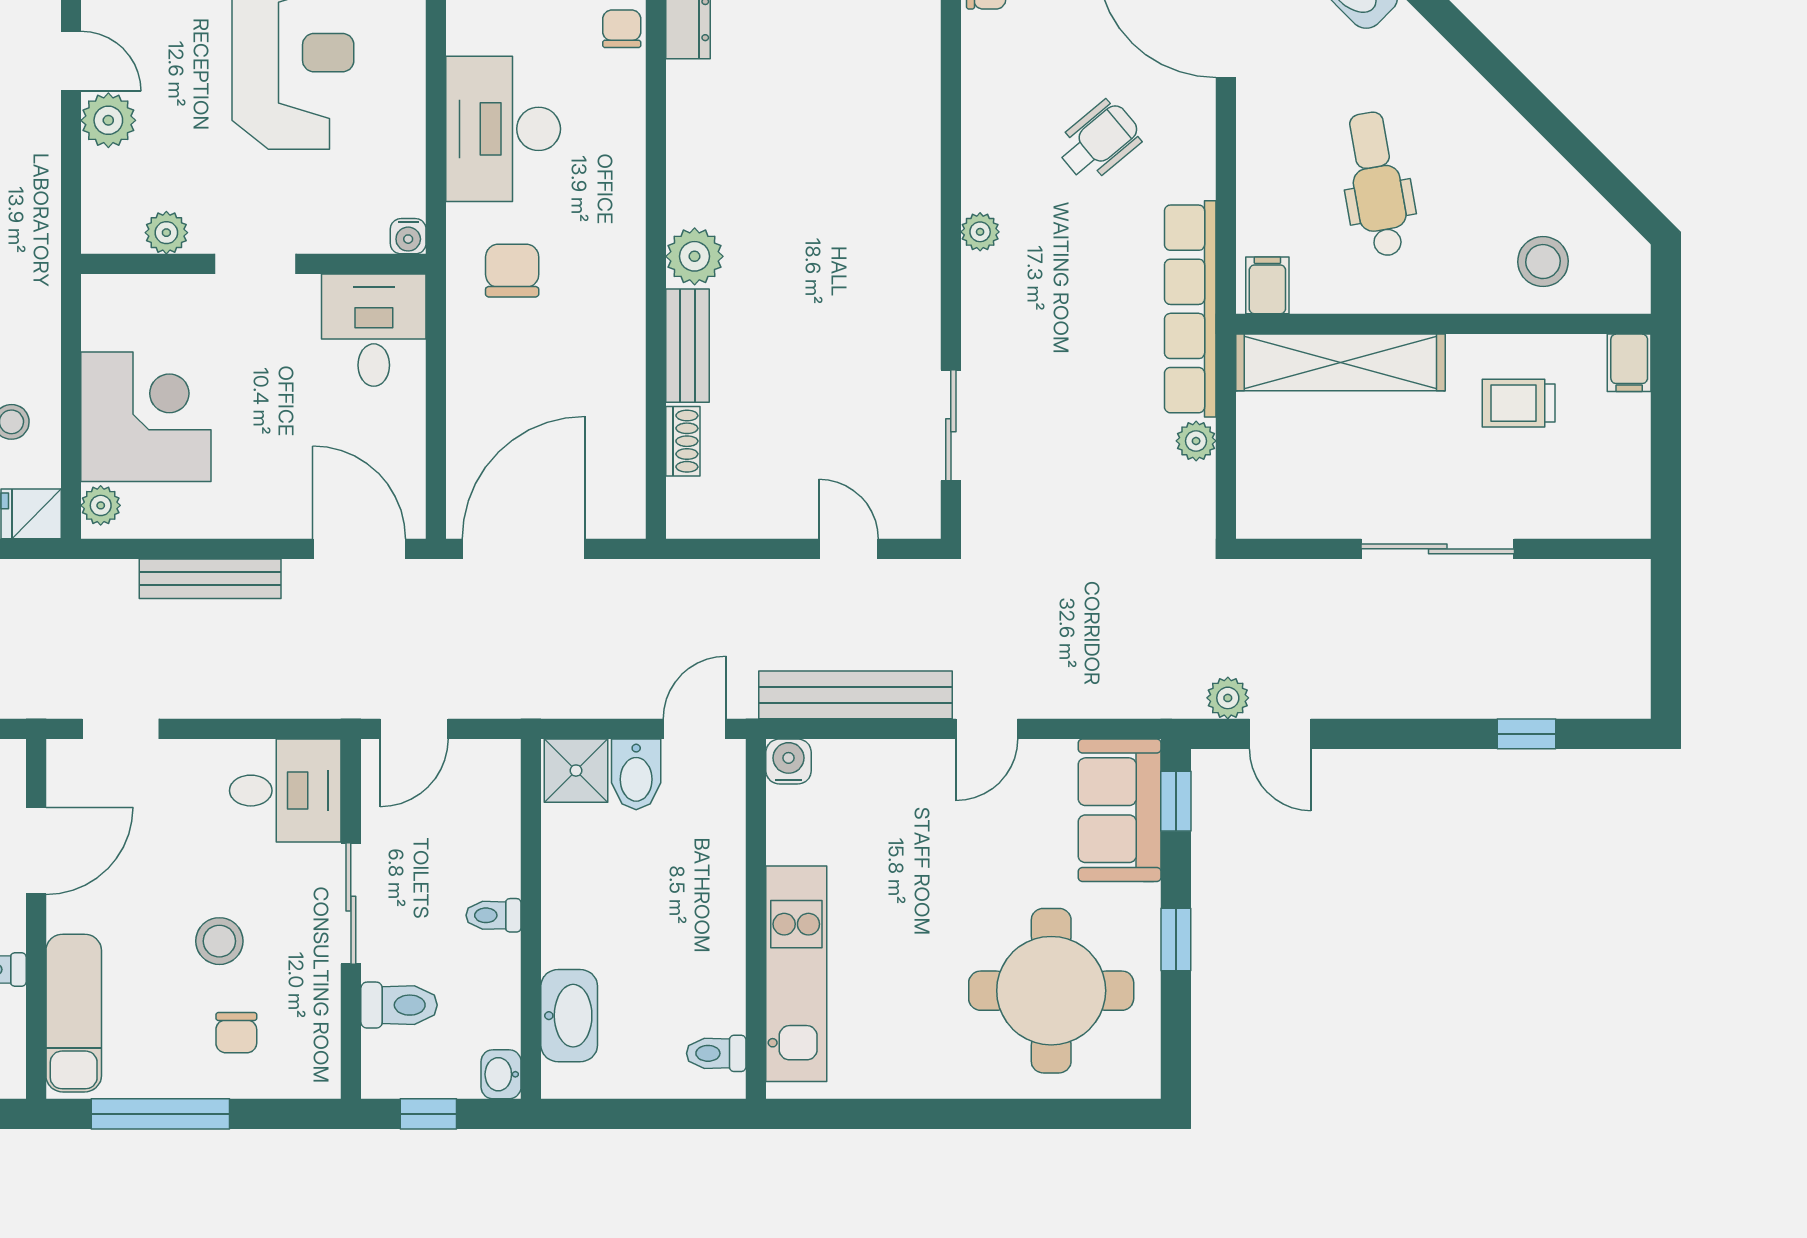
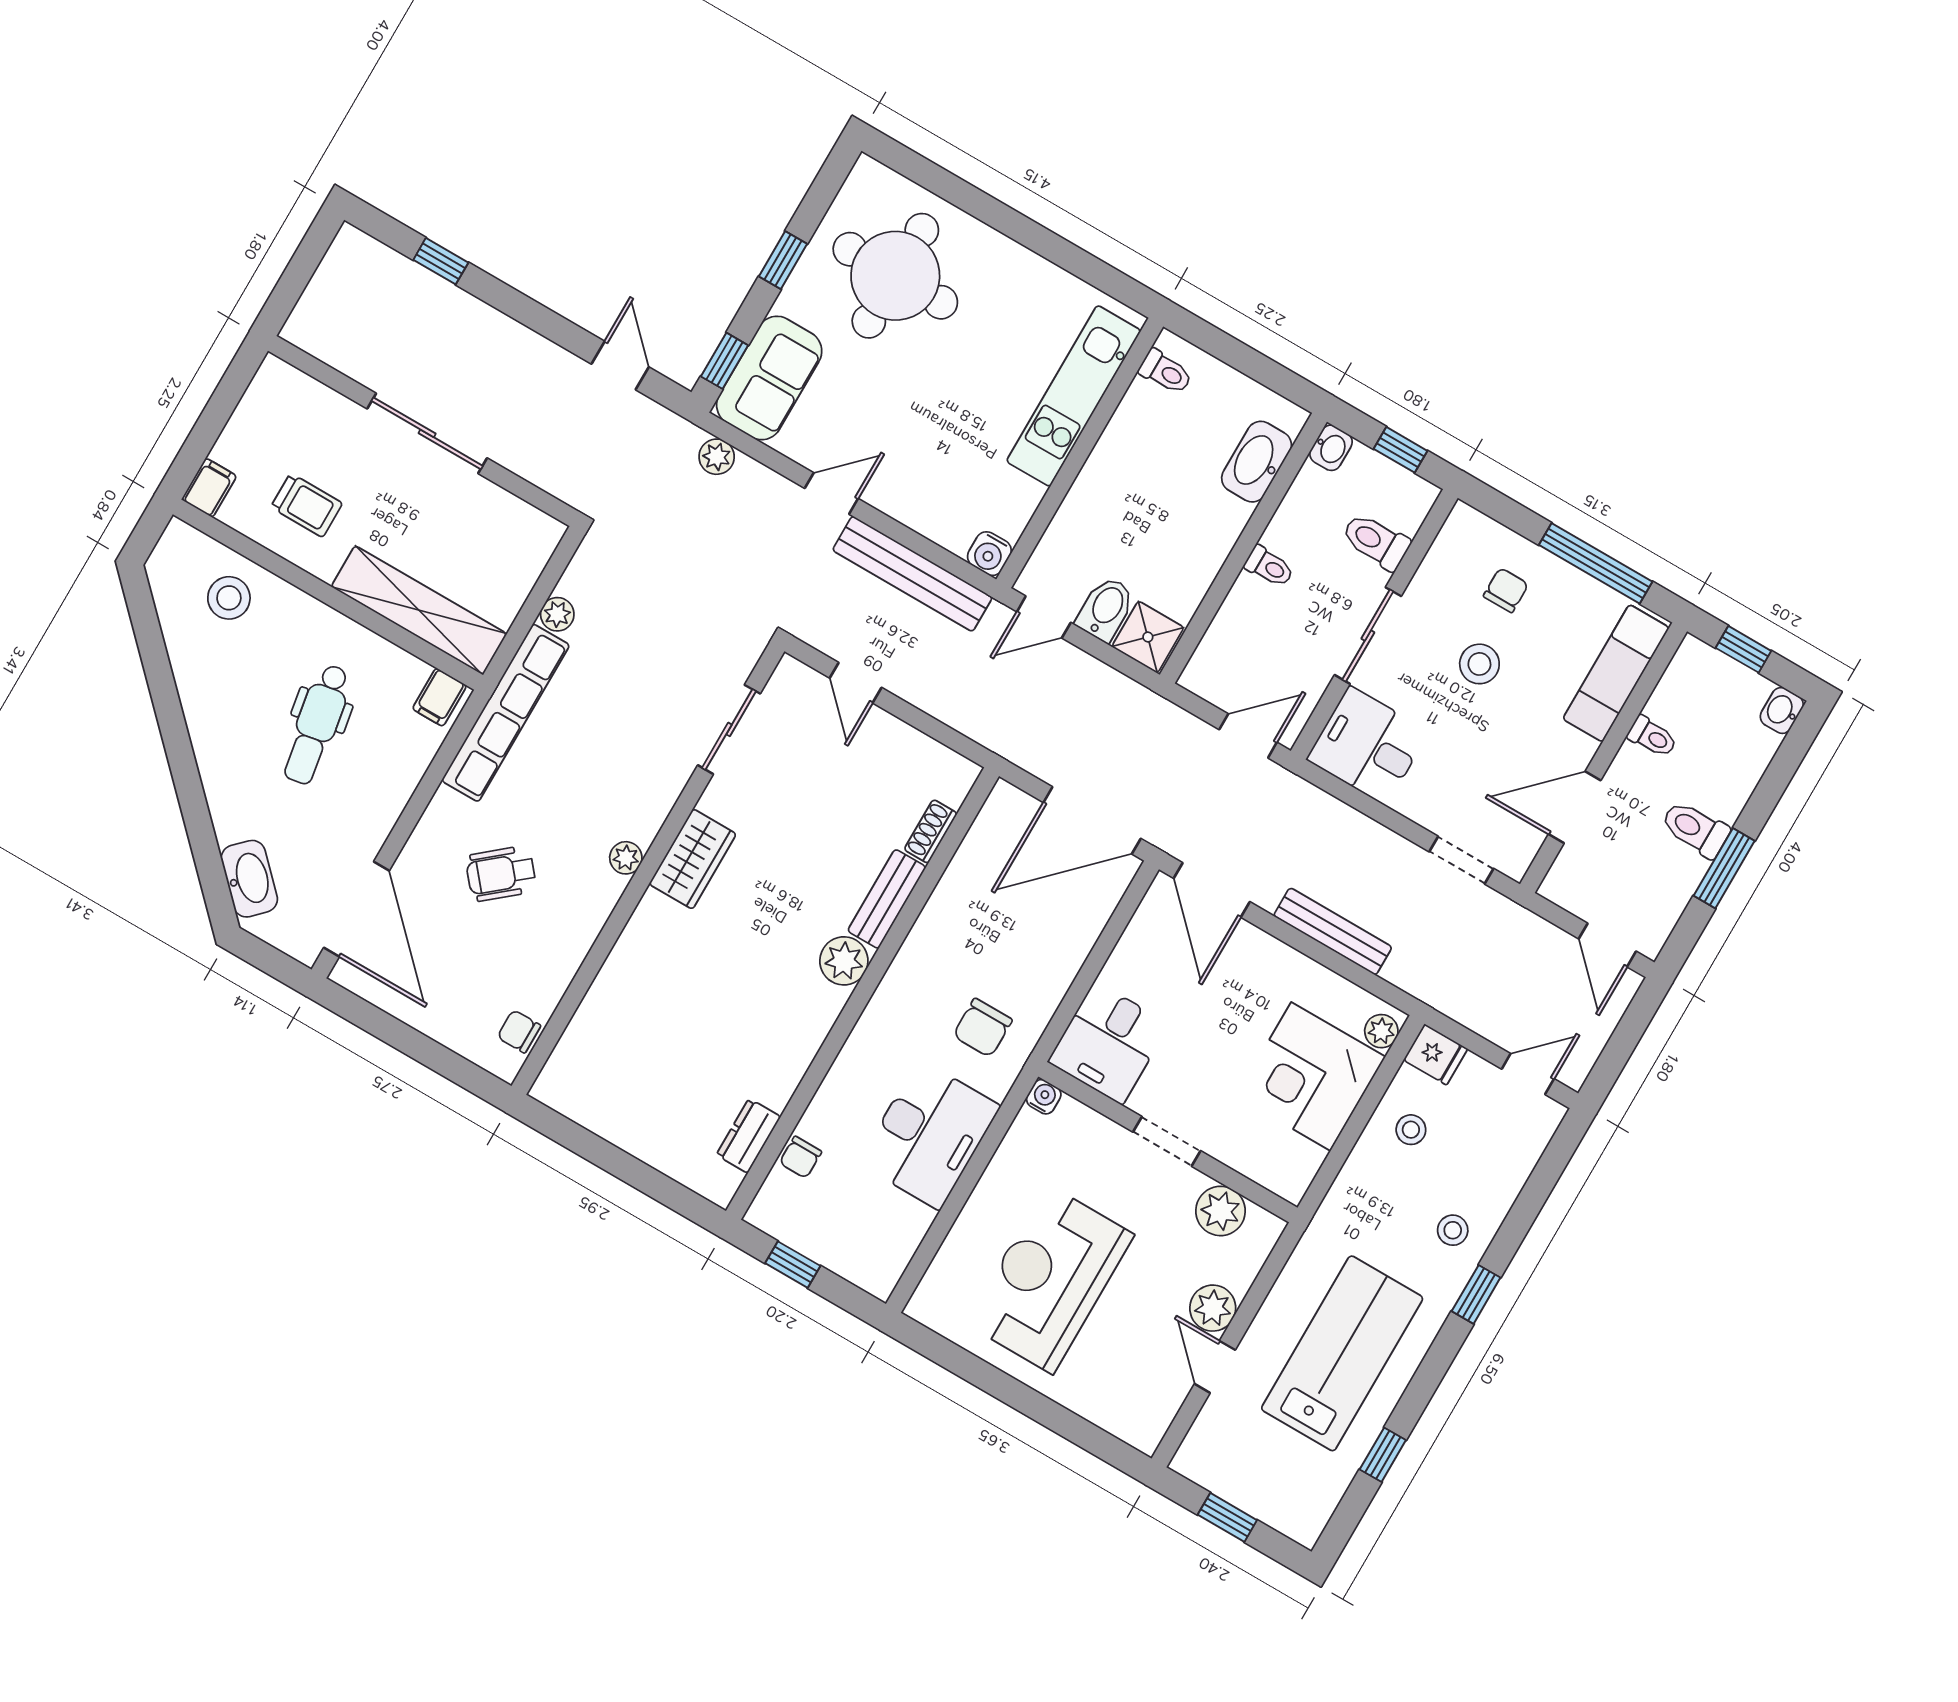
plant: (166, 233) -> (1220, 1211), width x1.38, depth x1.38
wardrobe: (911, 271) -> (693, 859), added
plant: (1228, 698) -> (717, 457), moved

